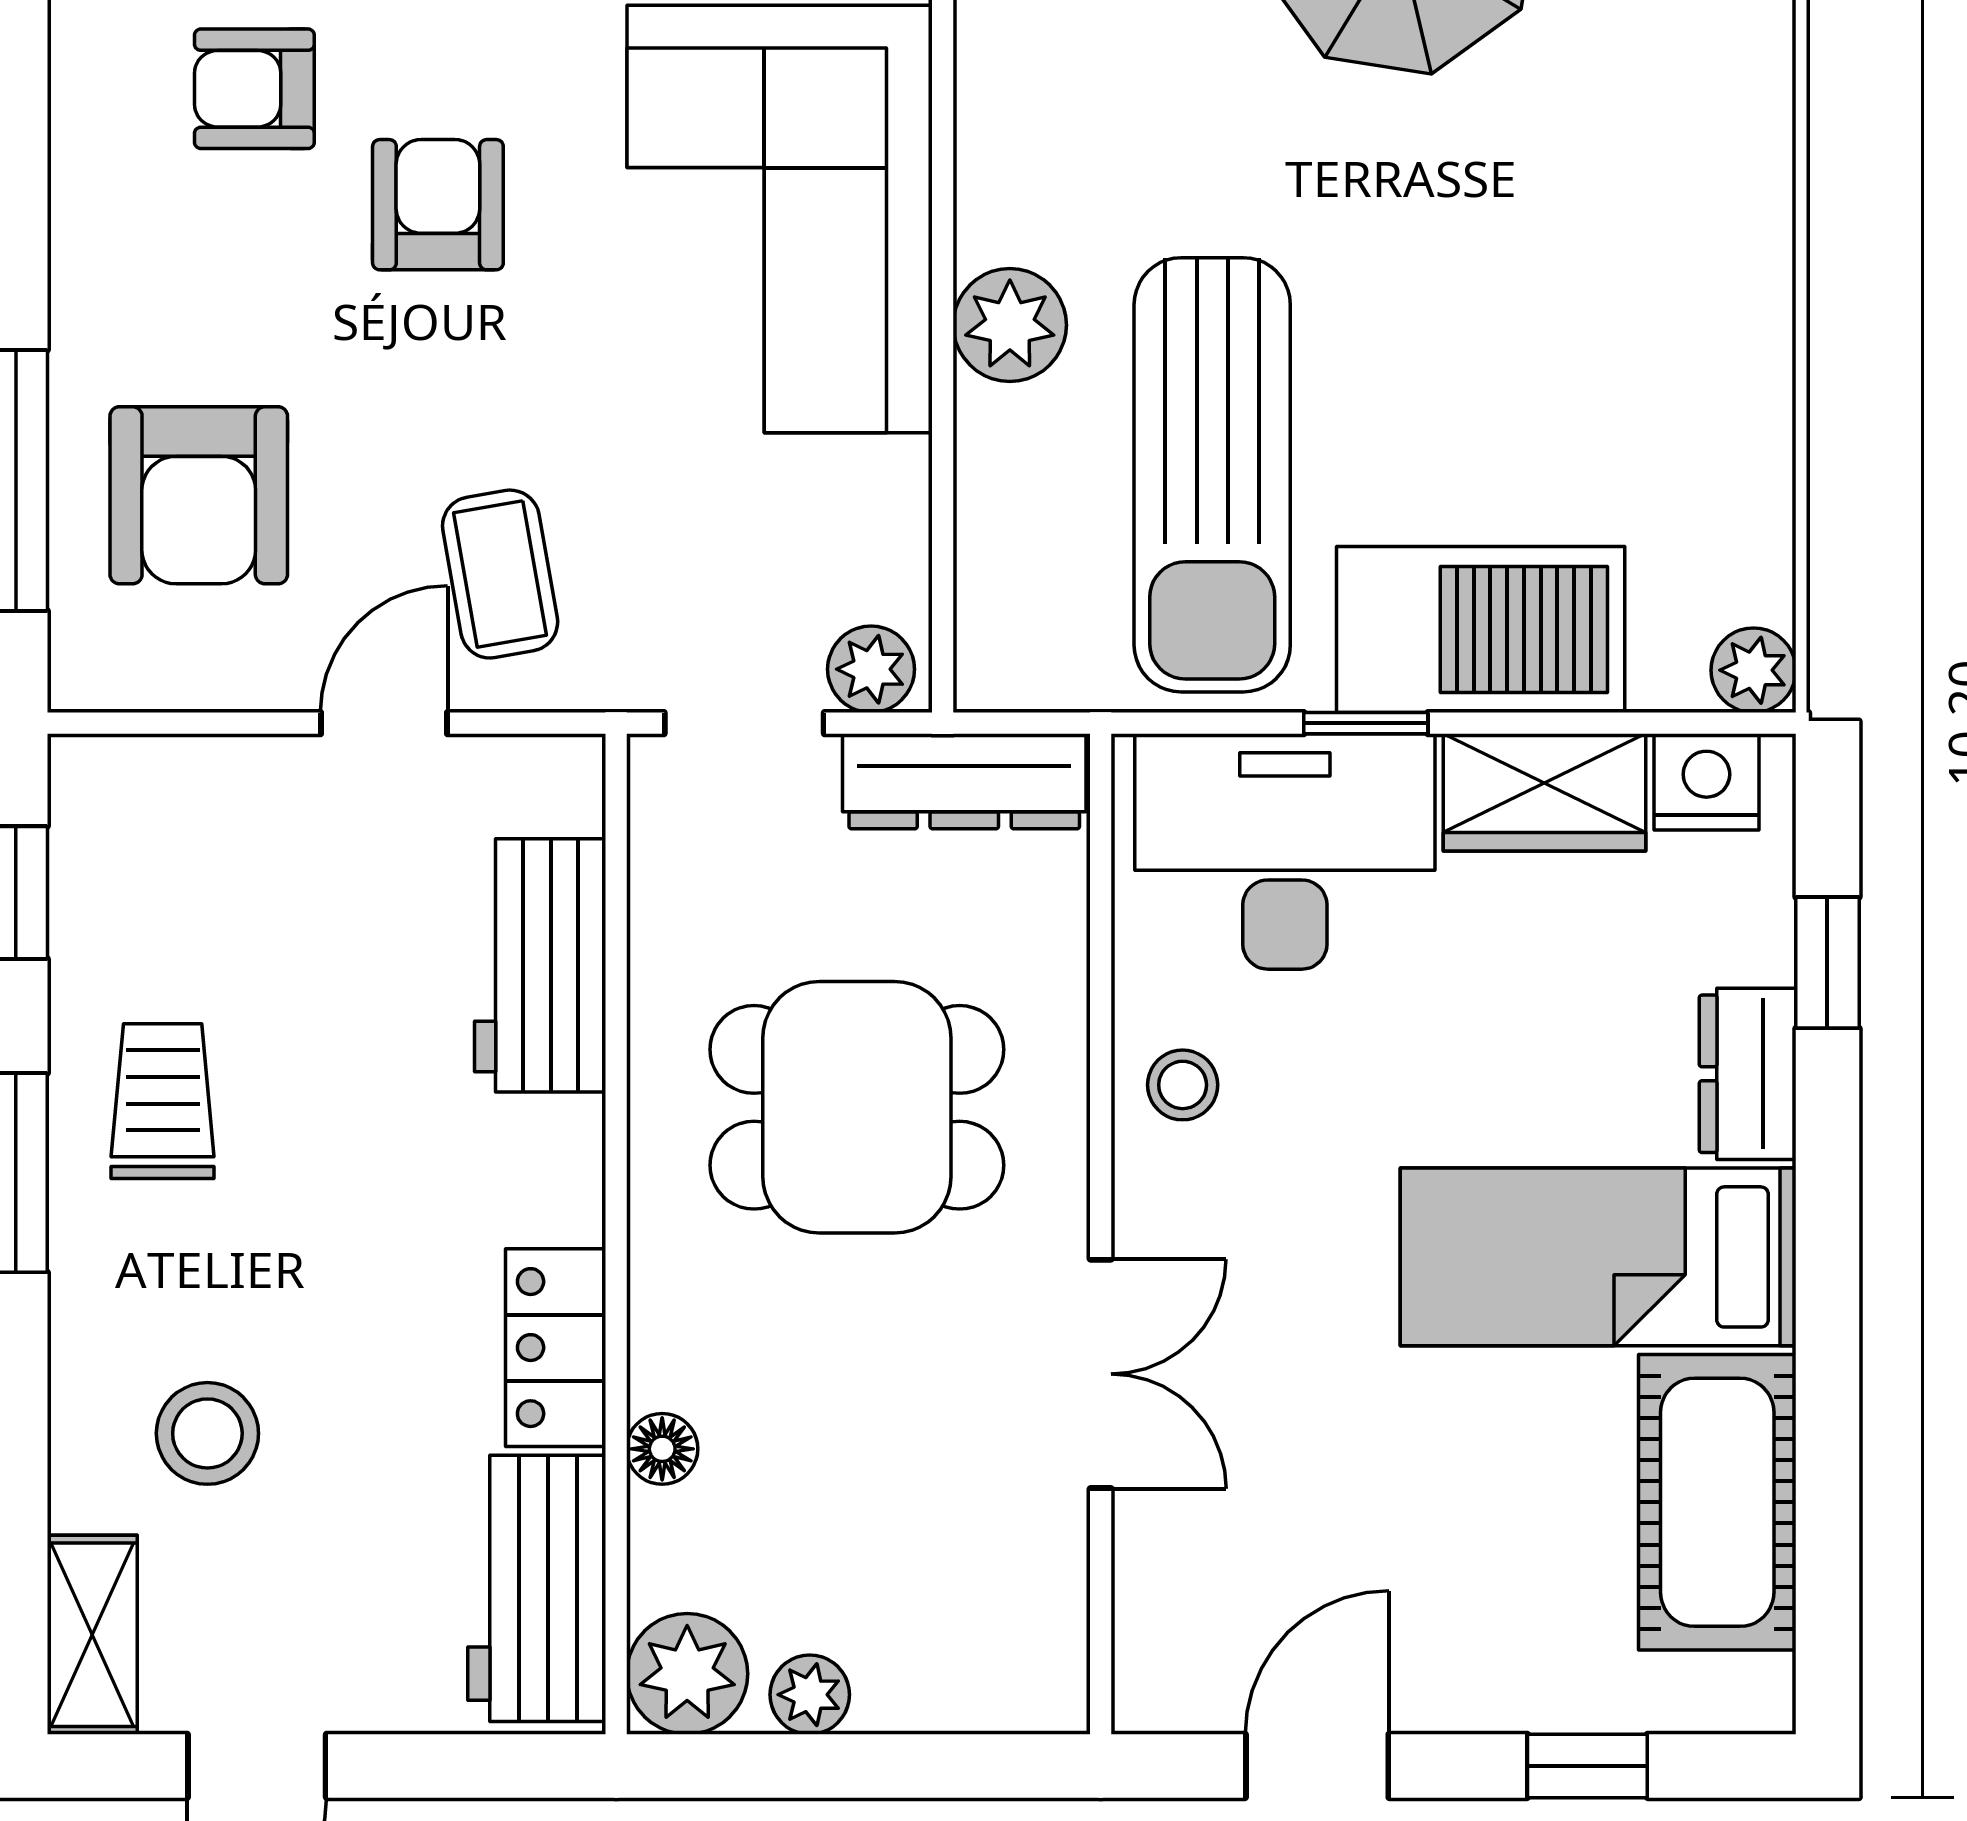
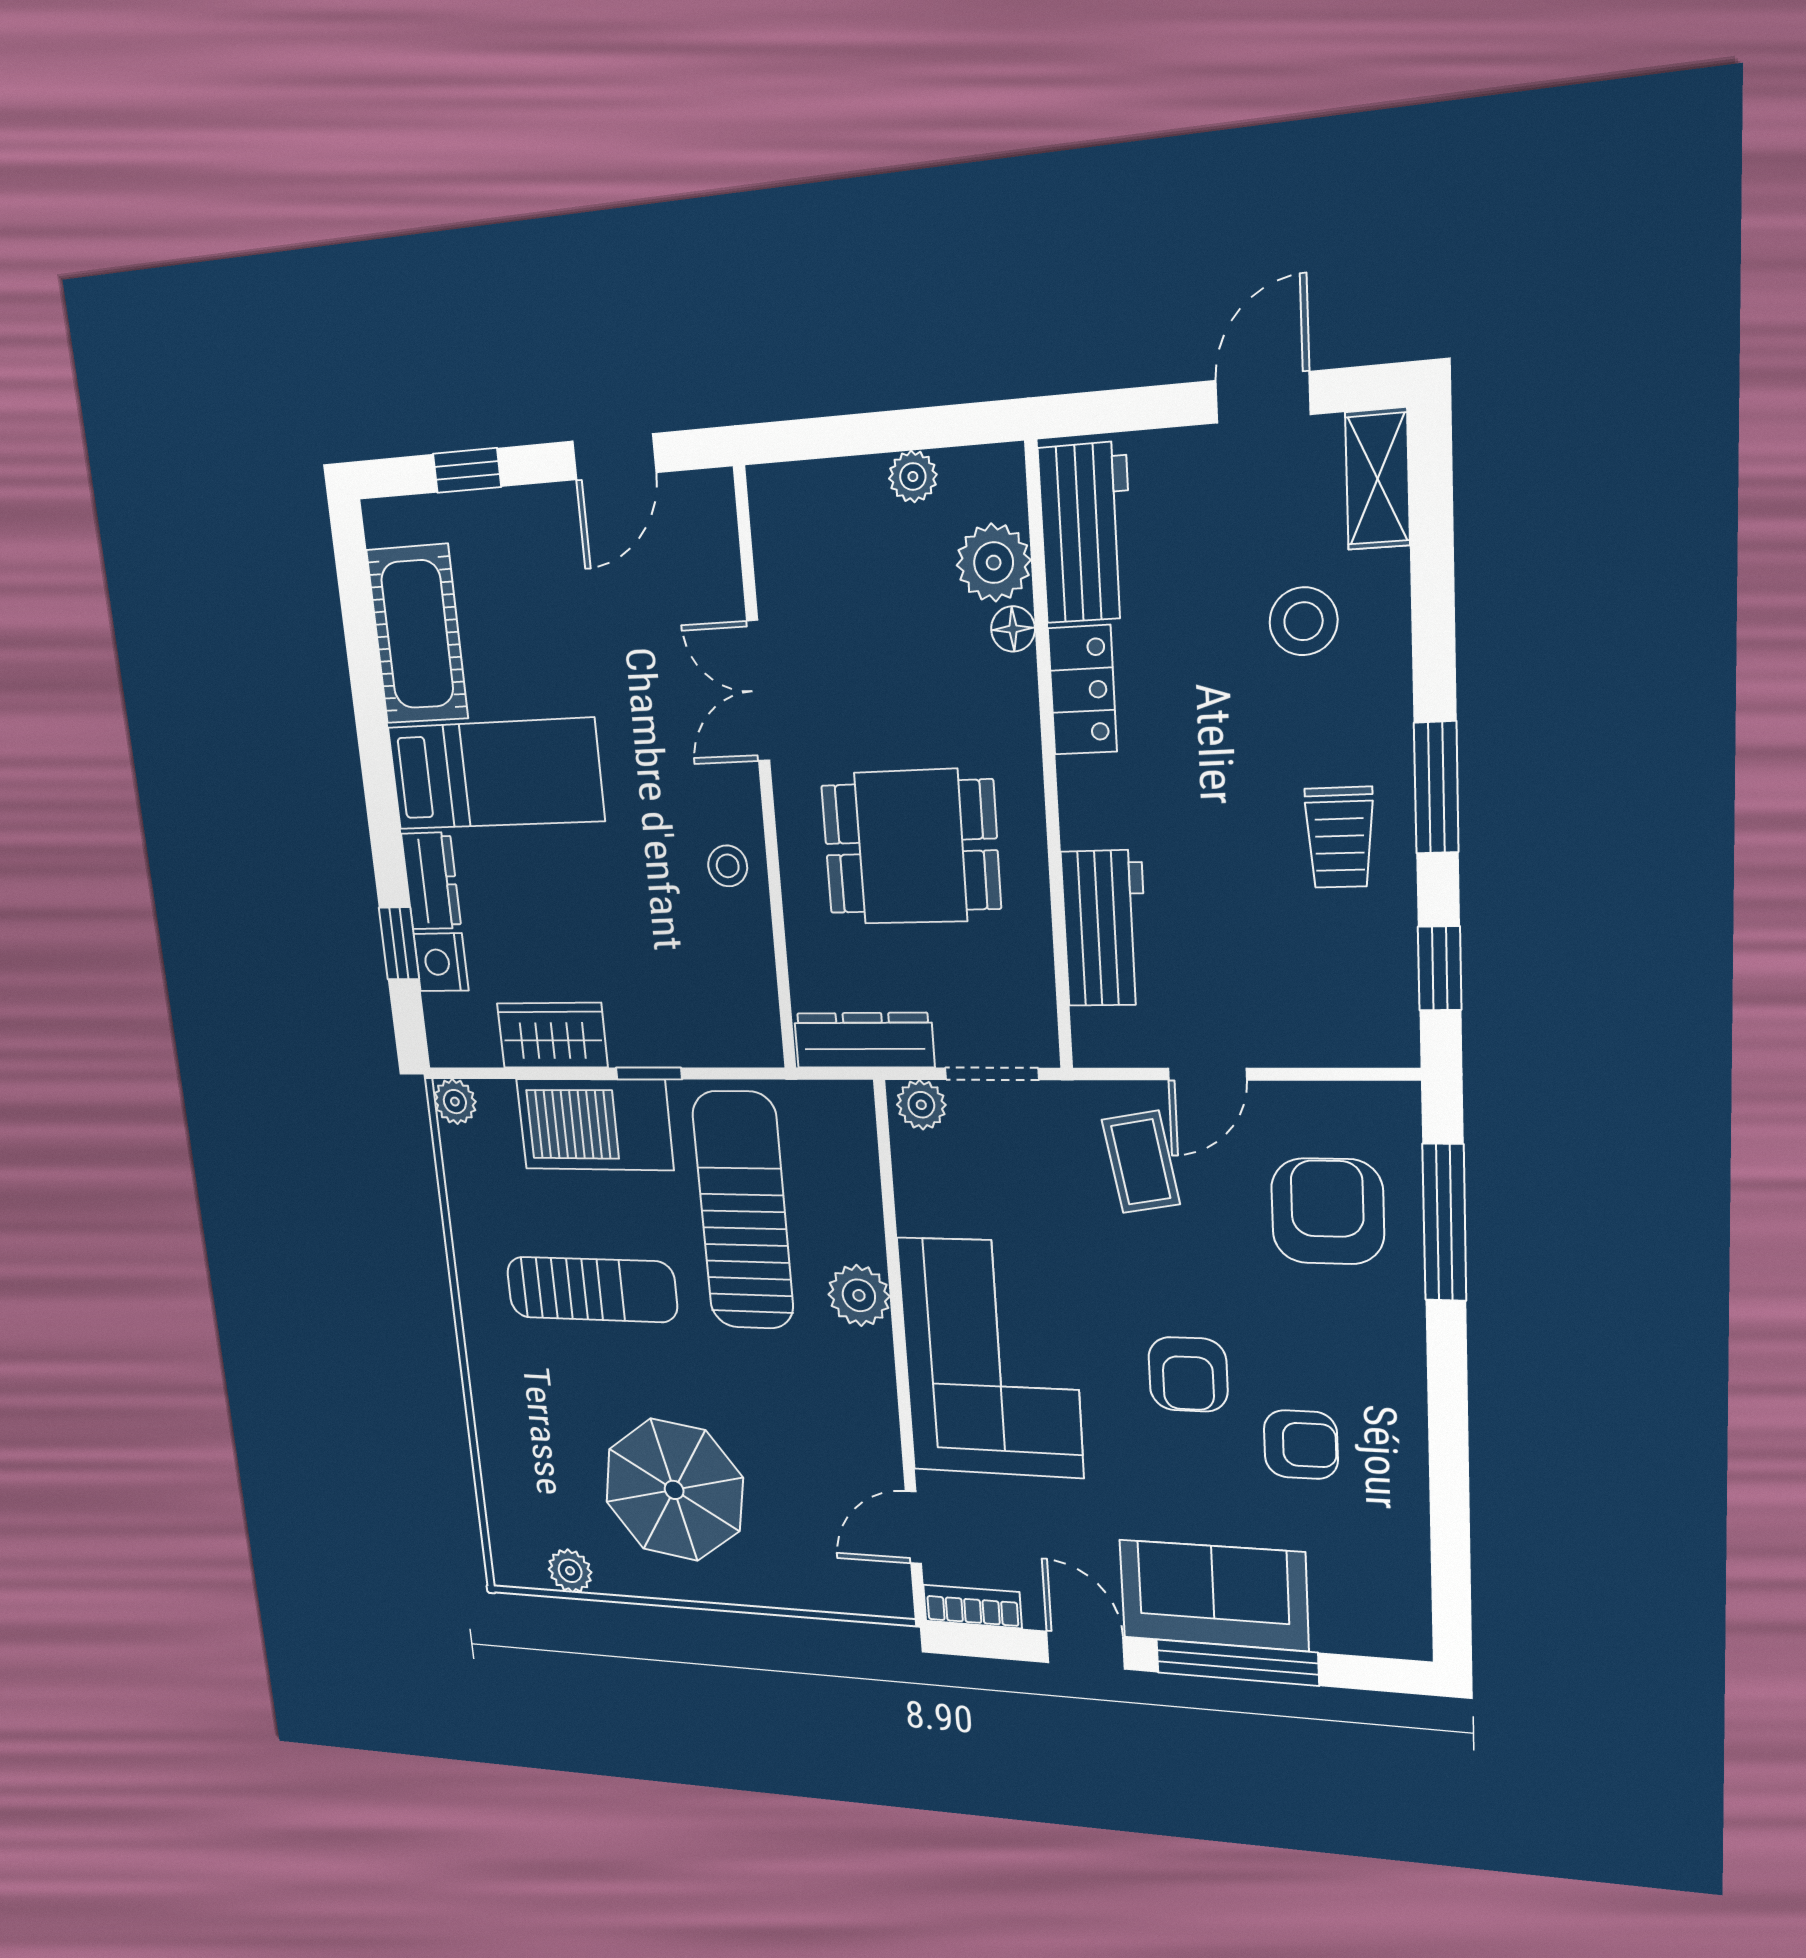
sun lounger: (1522, 319) -> (592, 1289), added
nightstand: (1706, 782) -> (441, 962), moved, turned 90
desk: (1285, 851) -> (685, 1001), removed
plant: (687, 1674) -> (994, 563), moved

